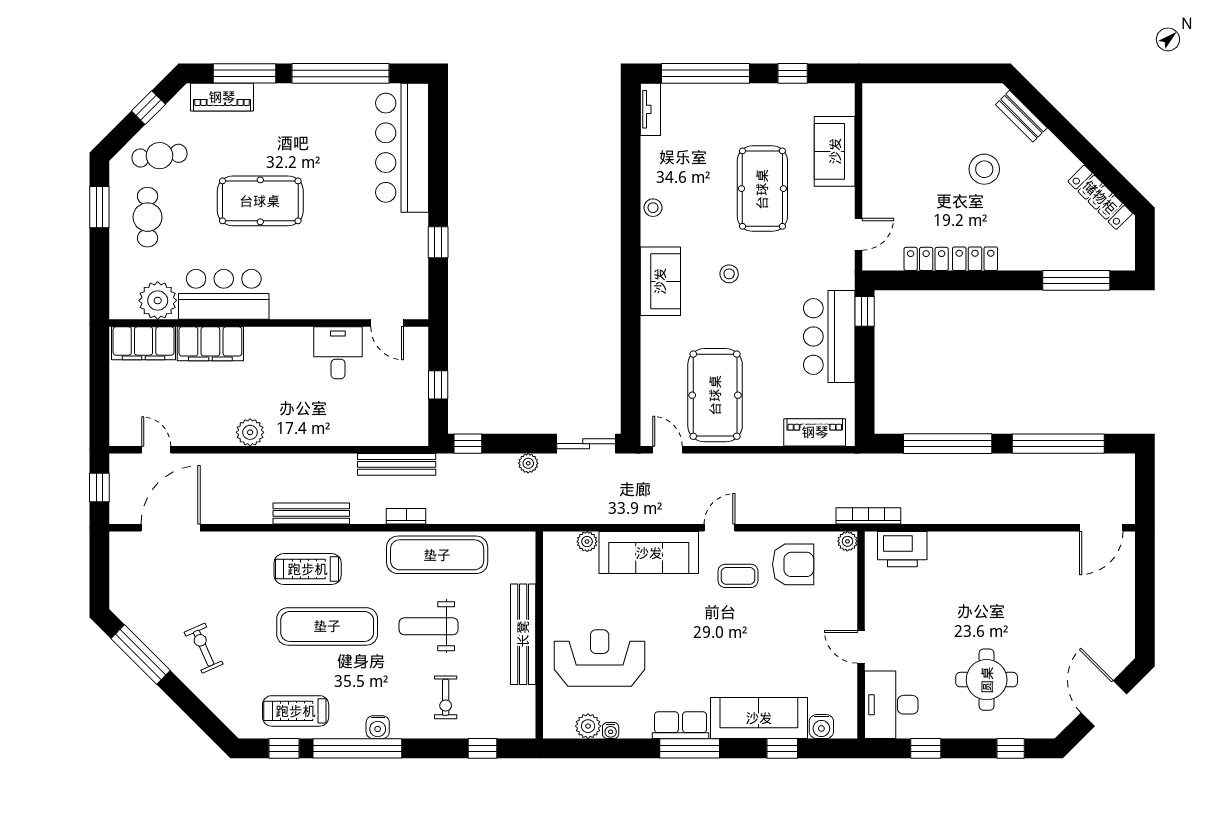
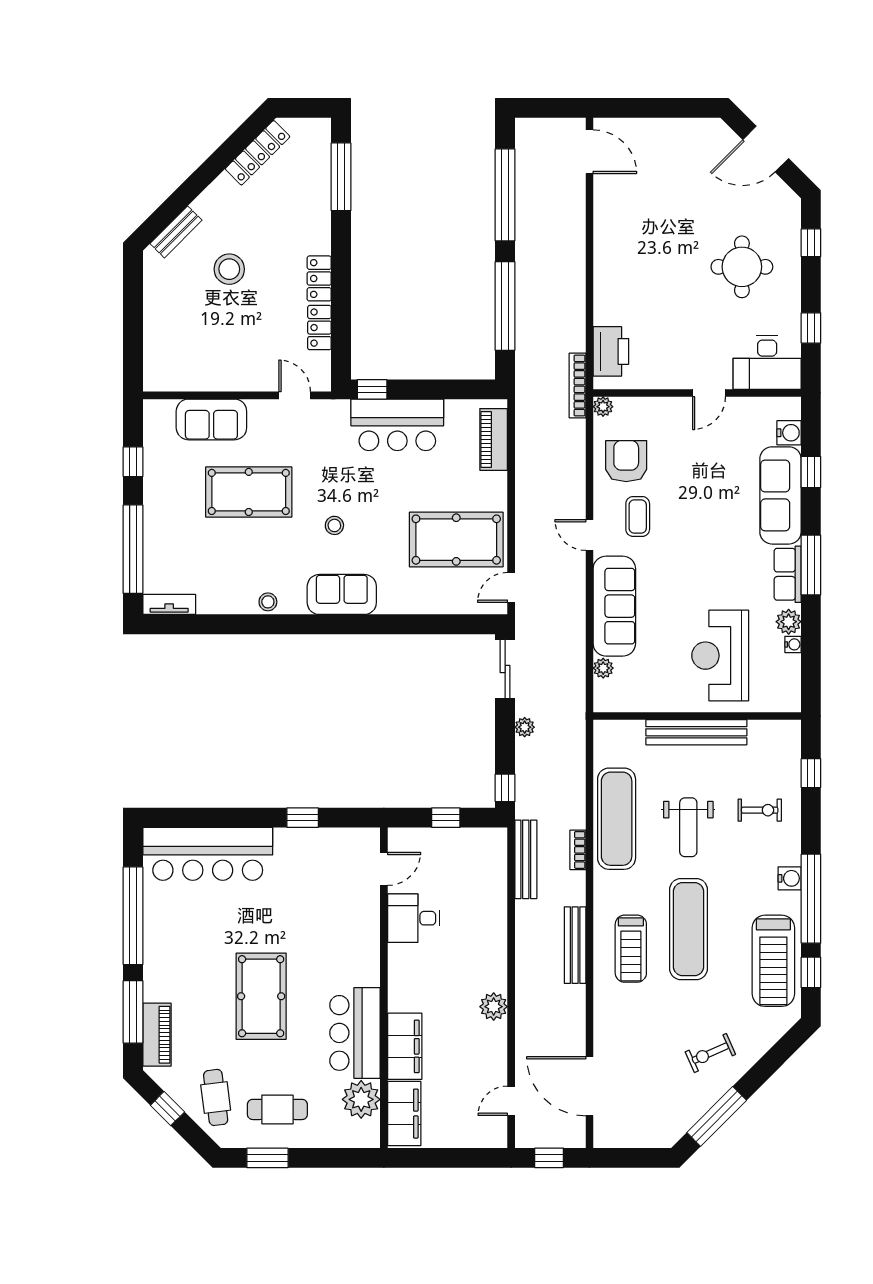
treadmill: (296, 711) -> (773, 961), width x1.37, depth x1.38
plant: (588, 726) -> (789, 622), moved

